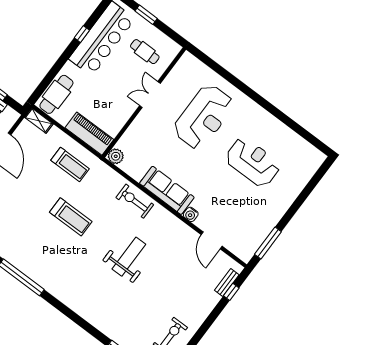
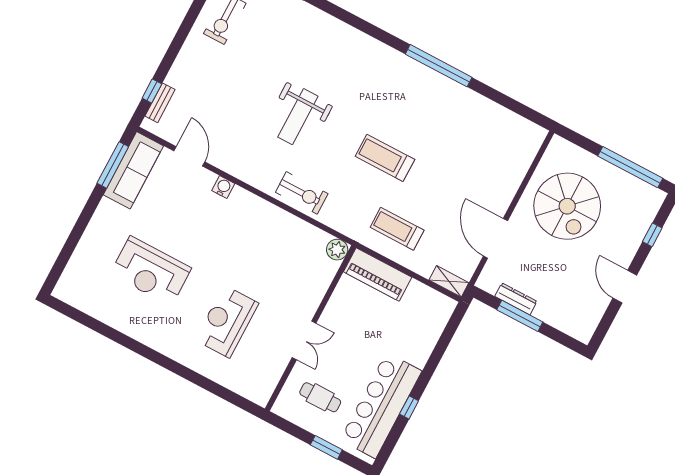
cafe table: (56, 94) -> (430, 321), removed
reception desk: (204, 117) -> (227, 322), width x0.74, depth x0.77
sofa: (167, 190) -> (133, 170), moved, turned -90

